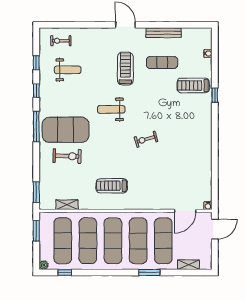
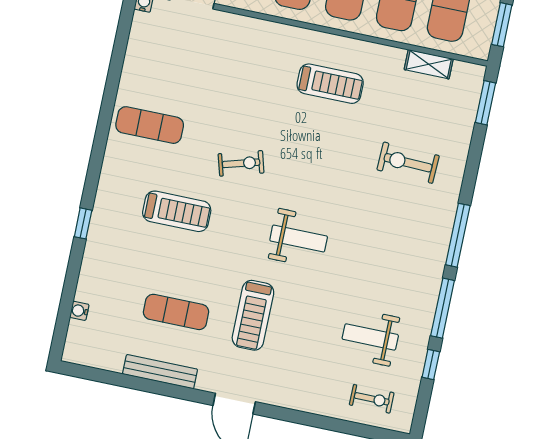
treadmill: (193, 86) -> (177, 211), moved
window: (36, 91) -> (443, 308), width x2.17
exercise mat: (66, 130) -> (150, 125), moved, width x0.50, depth x0.69

